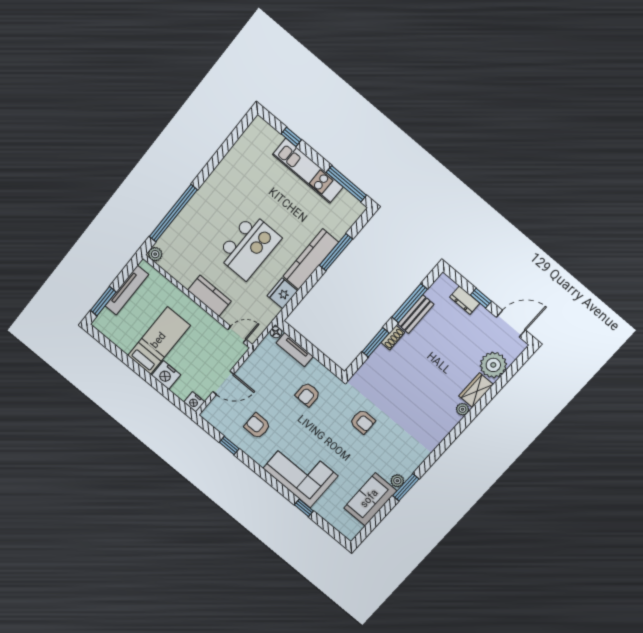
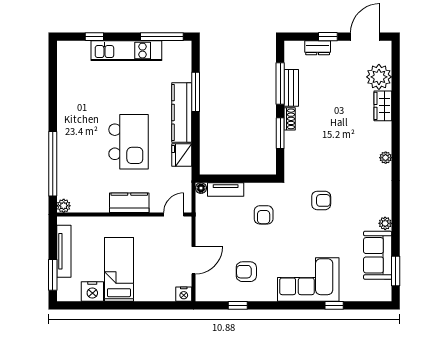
nightstand: (166, 375) -> (92, 291), moved
plant: (462, 409) -> (386, 158), moved
window: (406, 487) -> (396, 271), moved

